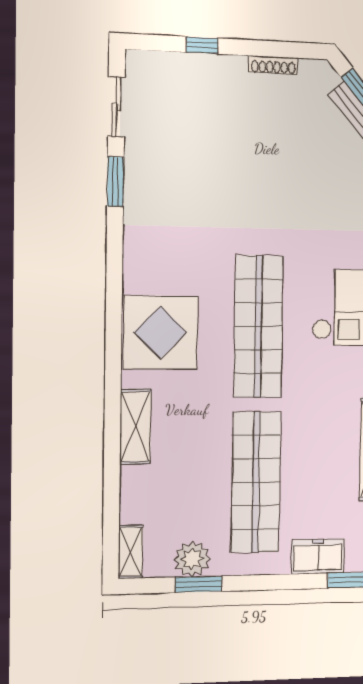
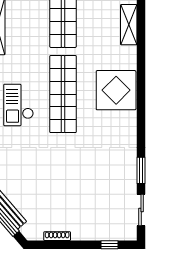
window: (202, 45) -> (109, 245), moved
shelving: (135, 427) -> (129, 25), moved

